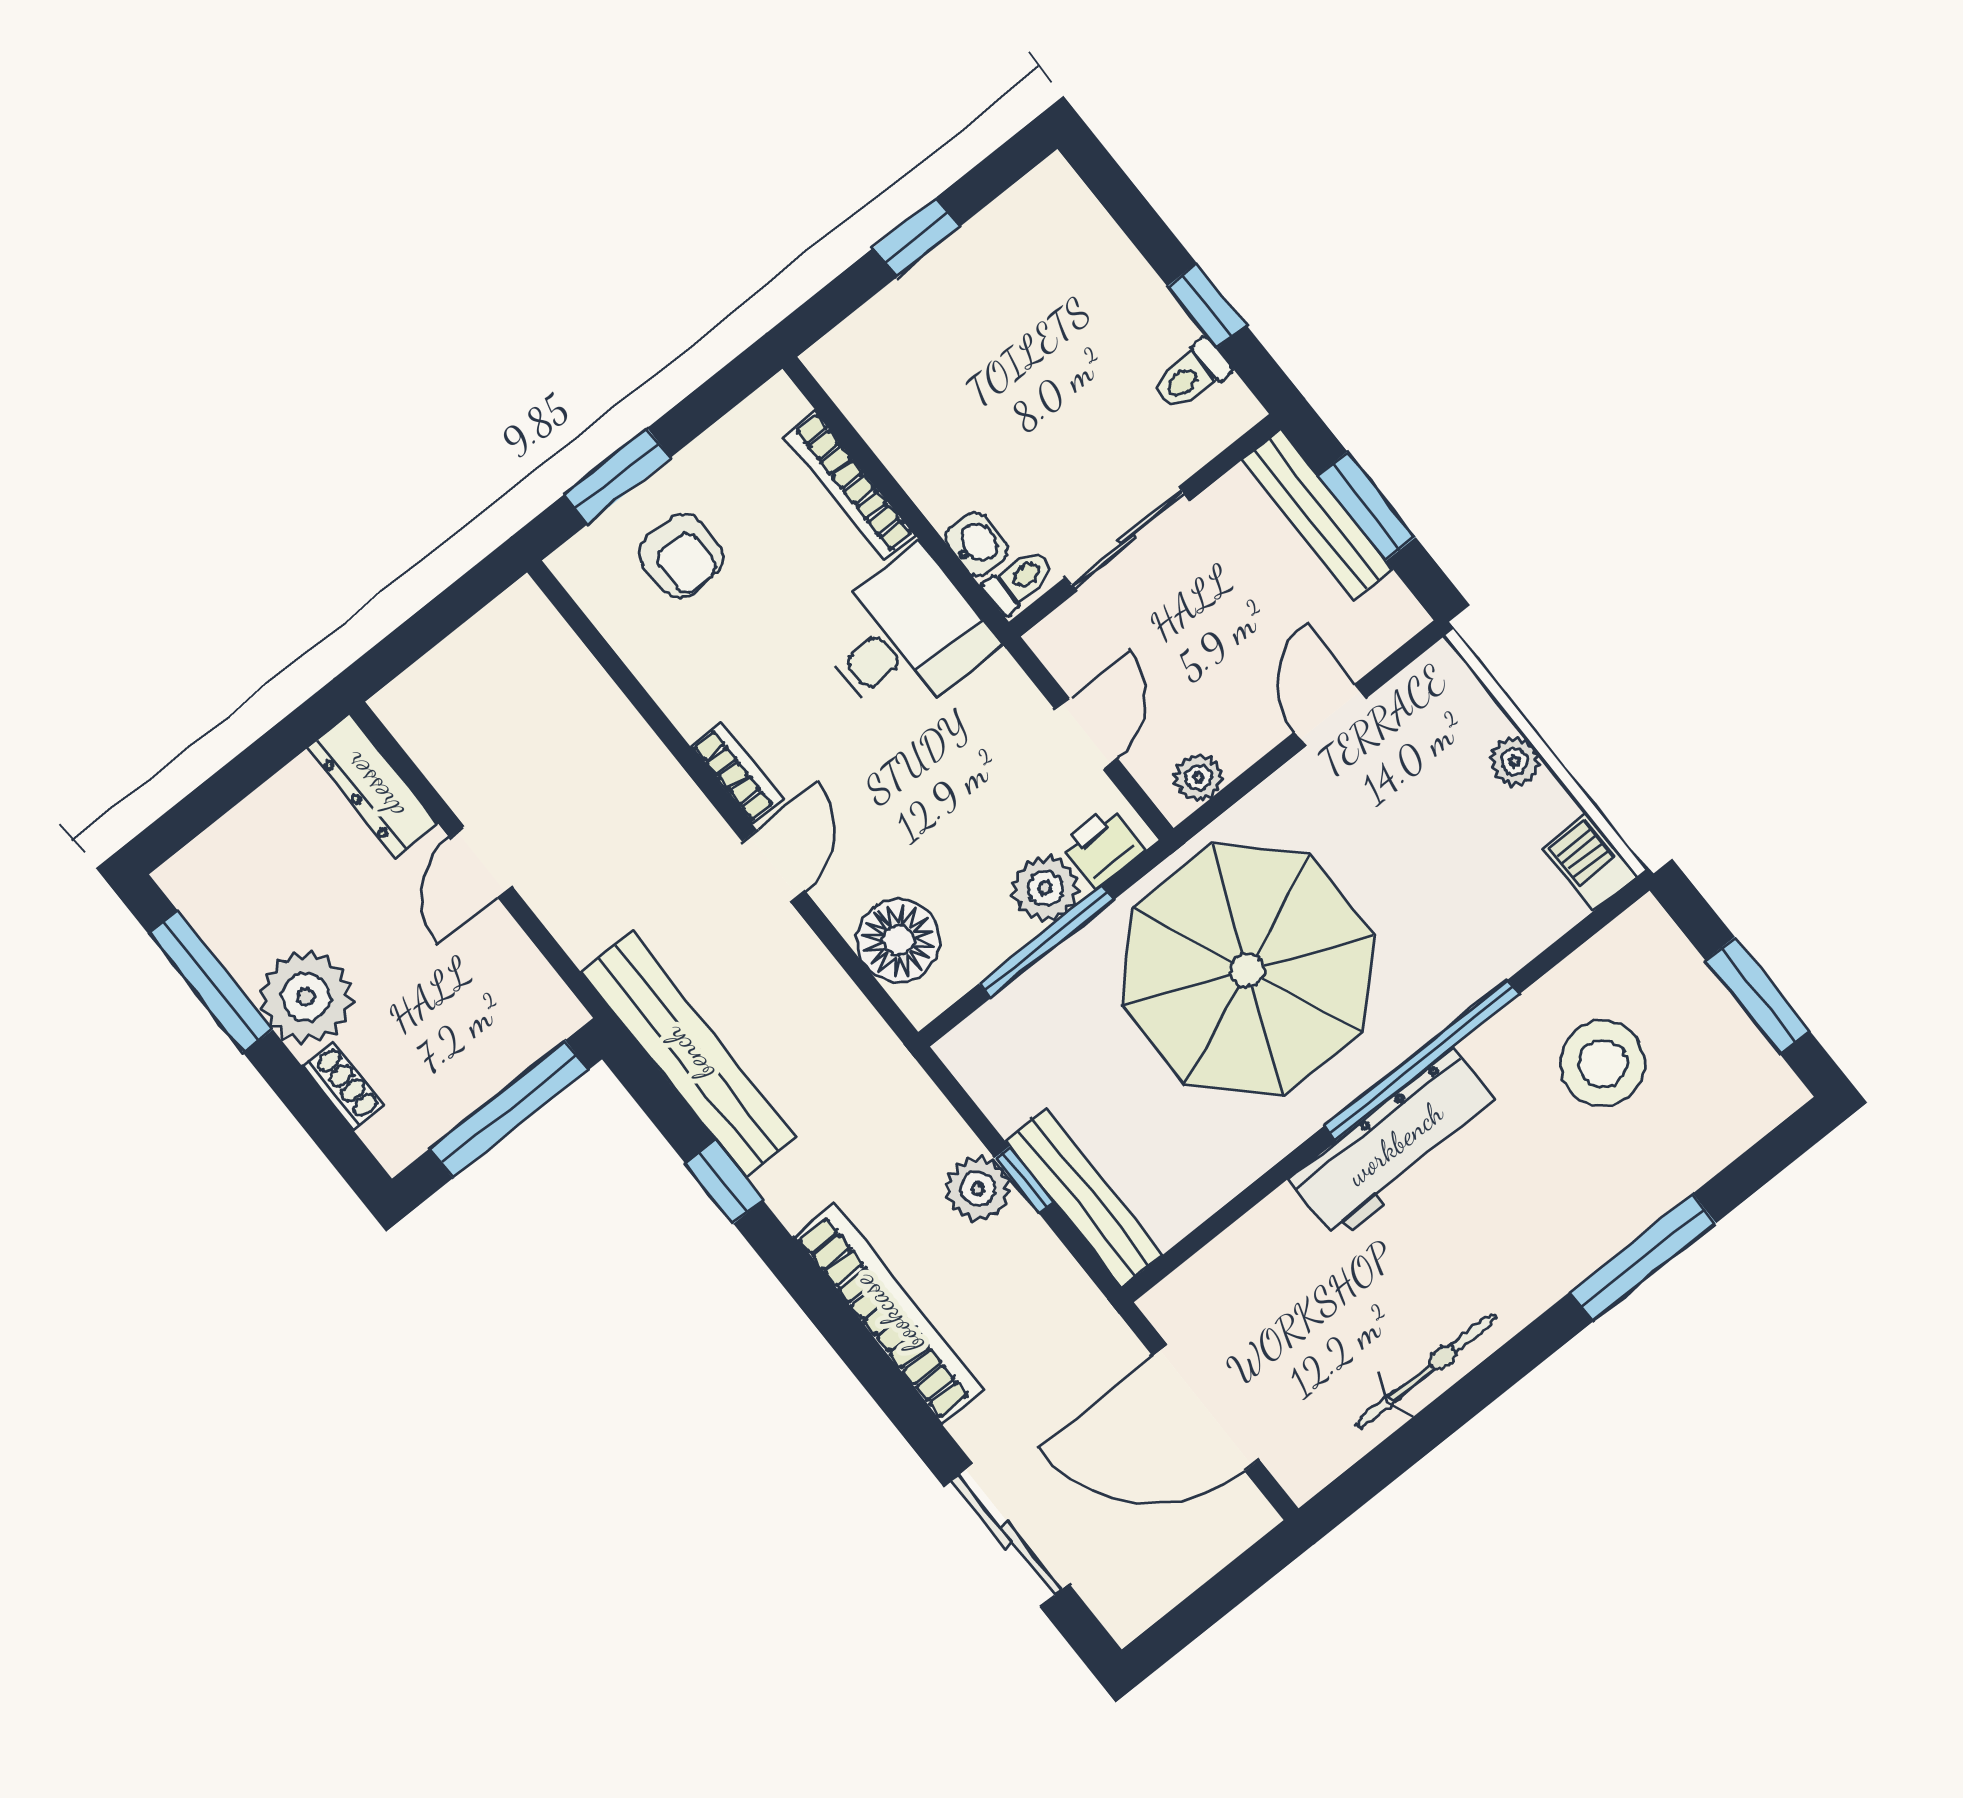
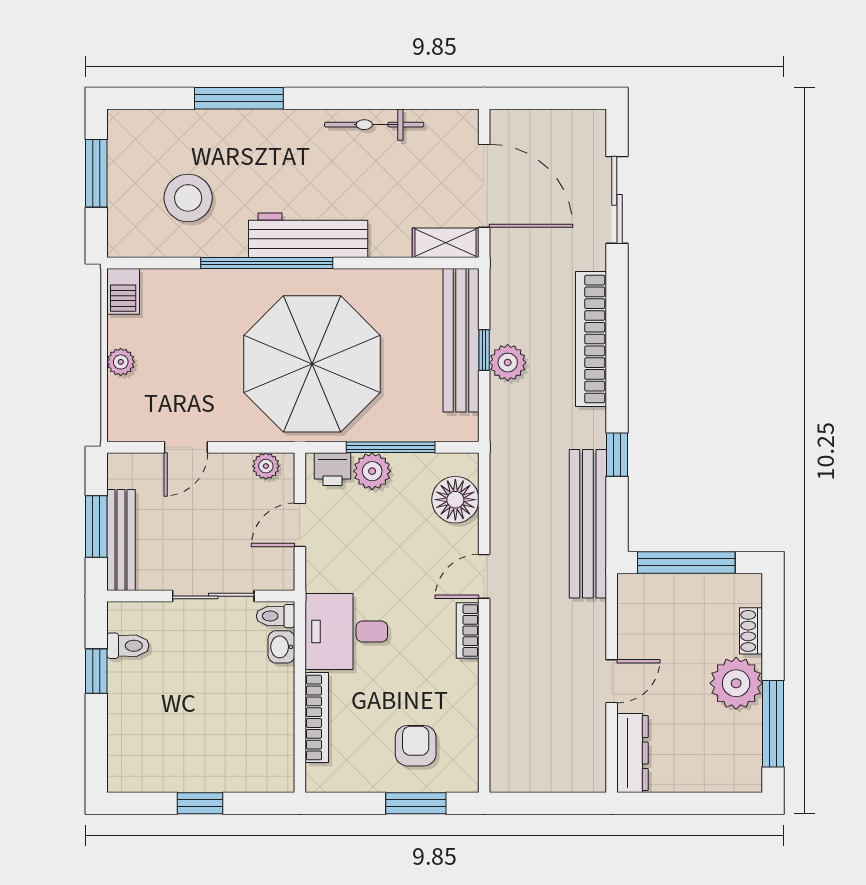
bench: (1084, 1198) -> (461, 340), width x1.37, depth x1.21
shelving: (1196, 1286) -> (446, 243), added

